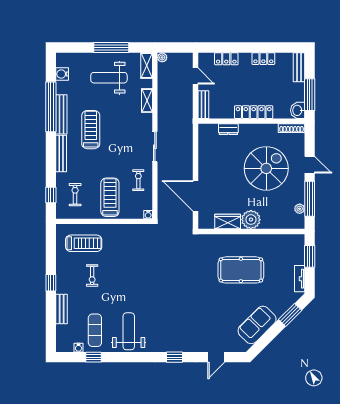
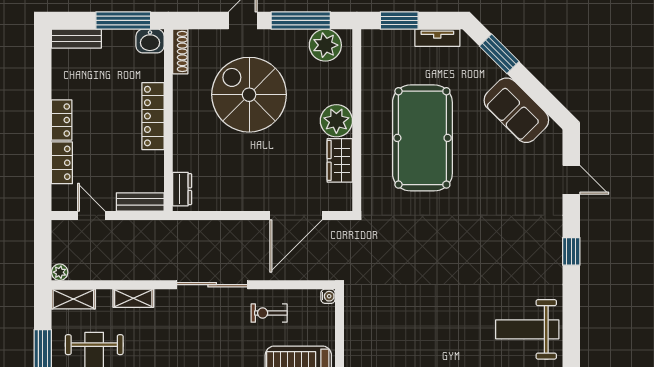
locker: (263, 59) -> (62, 120), moved
door: (195, 76) -> (91, 215), hinge flipped
dresser: (228, 129) -> (182, 189), moved
sliding door: (155, 147) -> (212, 285), width x1.37
plant: (300, 209) -> (325, 45), width x1.87, depth x1.87
pool table: (241, 270) -> (422, 138), width x1.36, depth x1.32

